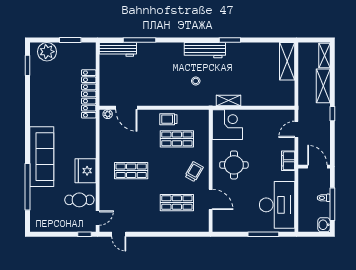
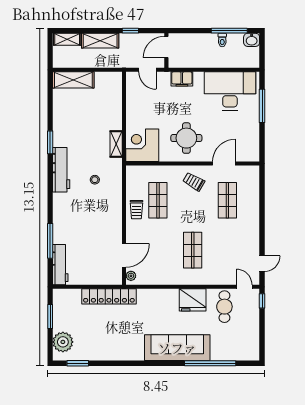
wall: (314, 167) -> (166, 51), moved
door: (317, 167) -> (166, 47), moved

